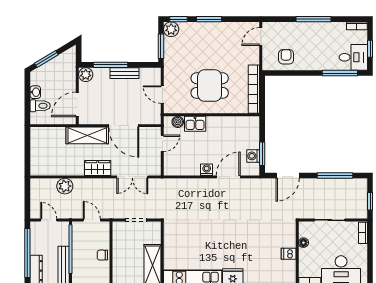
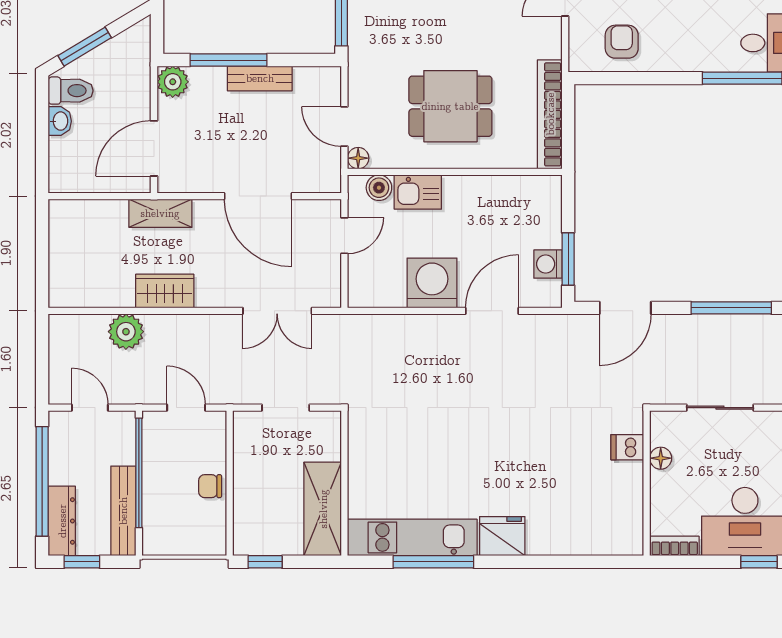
toilet: (40, 106) -> (71, 91), moved
floor lamp: (168, 109) -> (358, 158), added
shelving: (87, 135) -> (160, 213), width x0.67, depth x0.75
wardrobe: (98, 168) -> (165, 291), moved
washing machine: (207, 170) -> (432, 283), width x1.89, depth x1.89
dishwasher: (289, 254) -> (627, 447), moved

